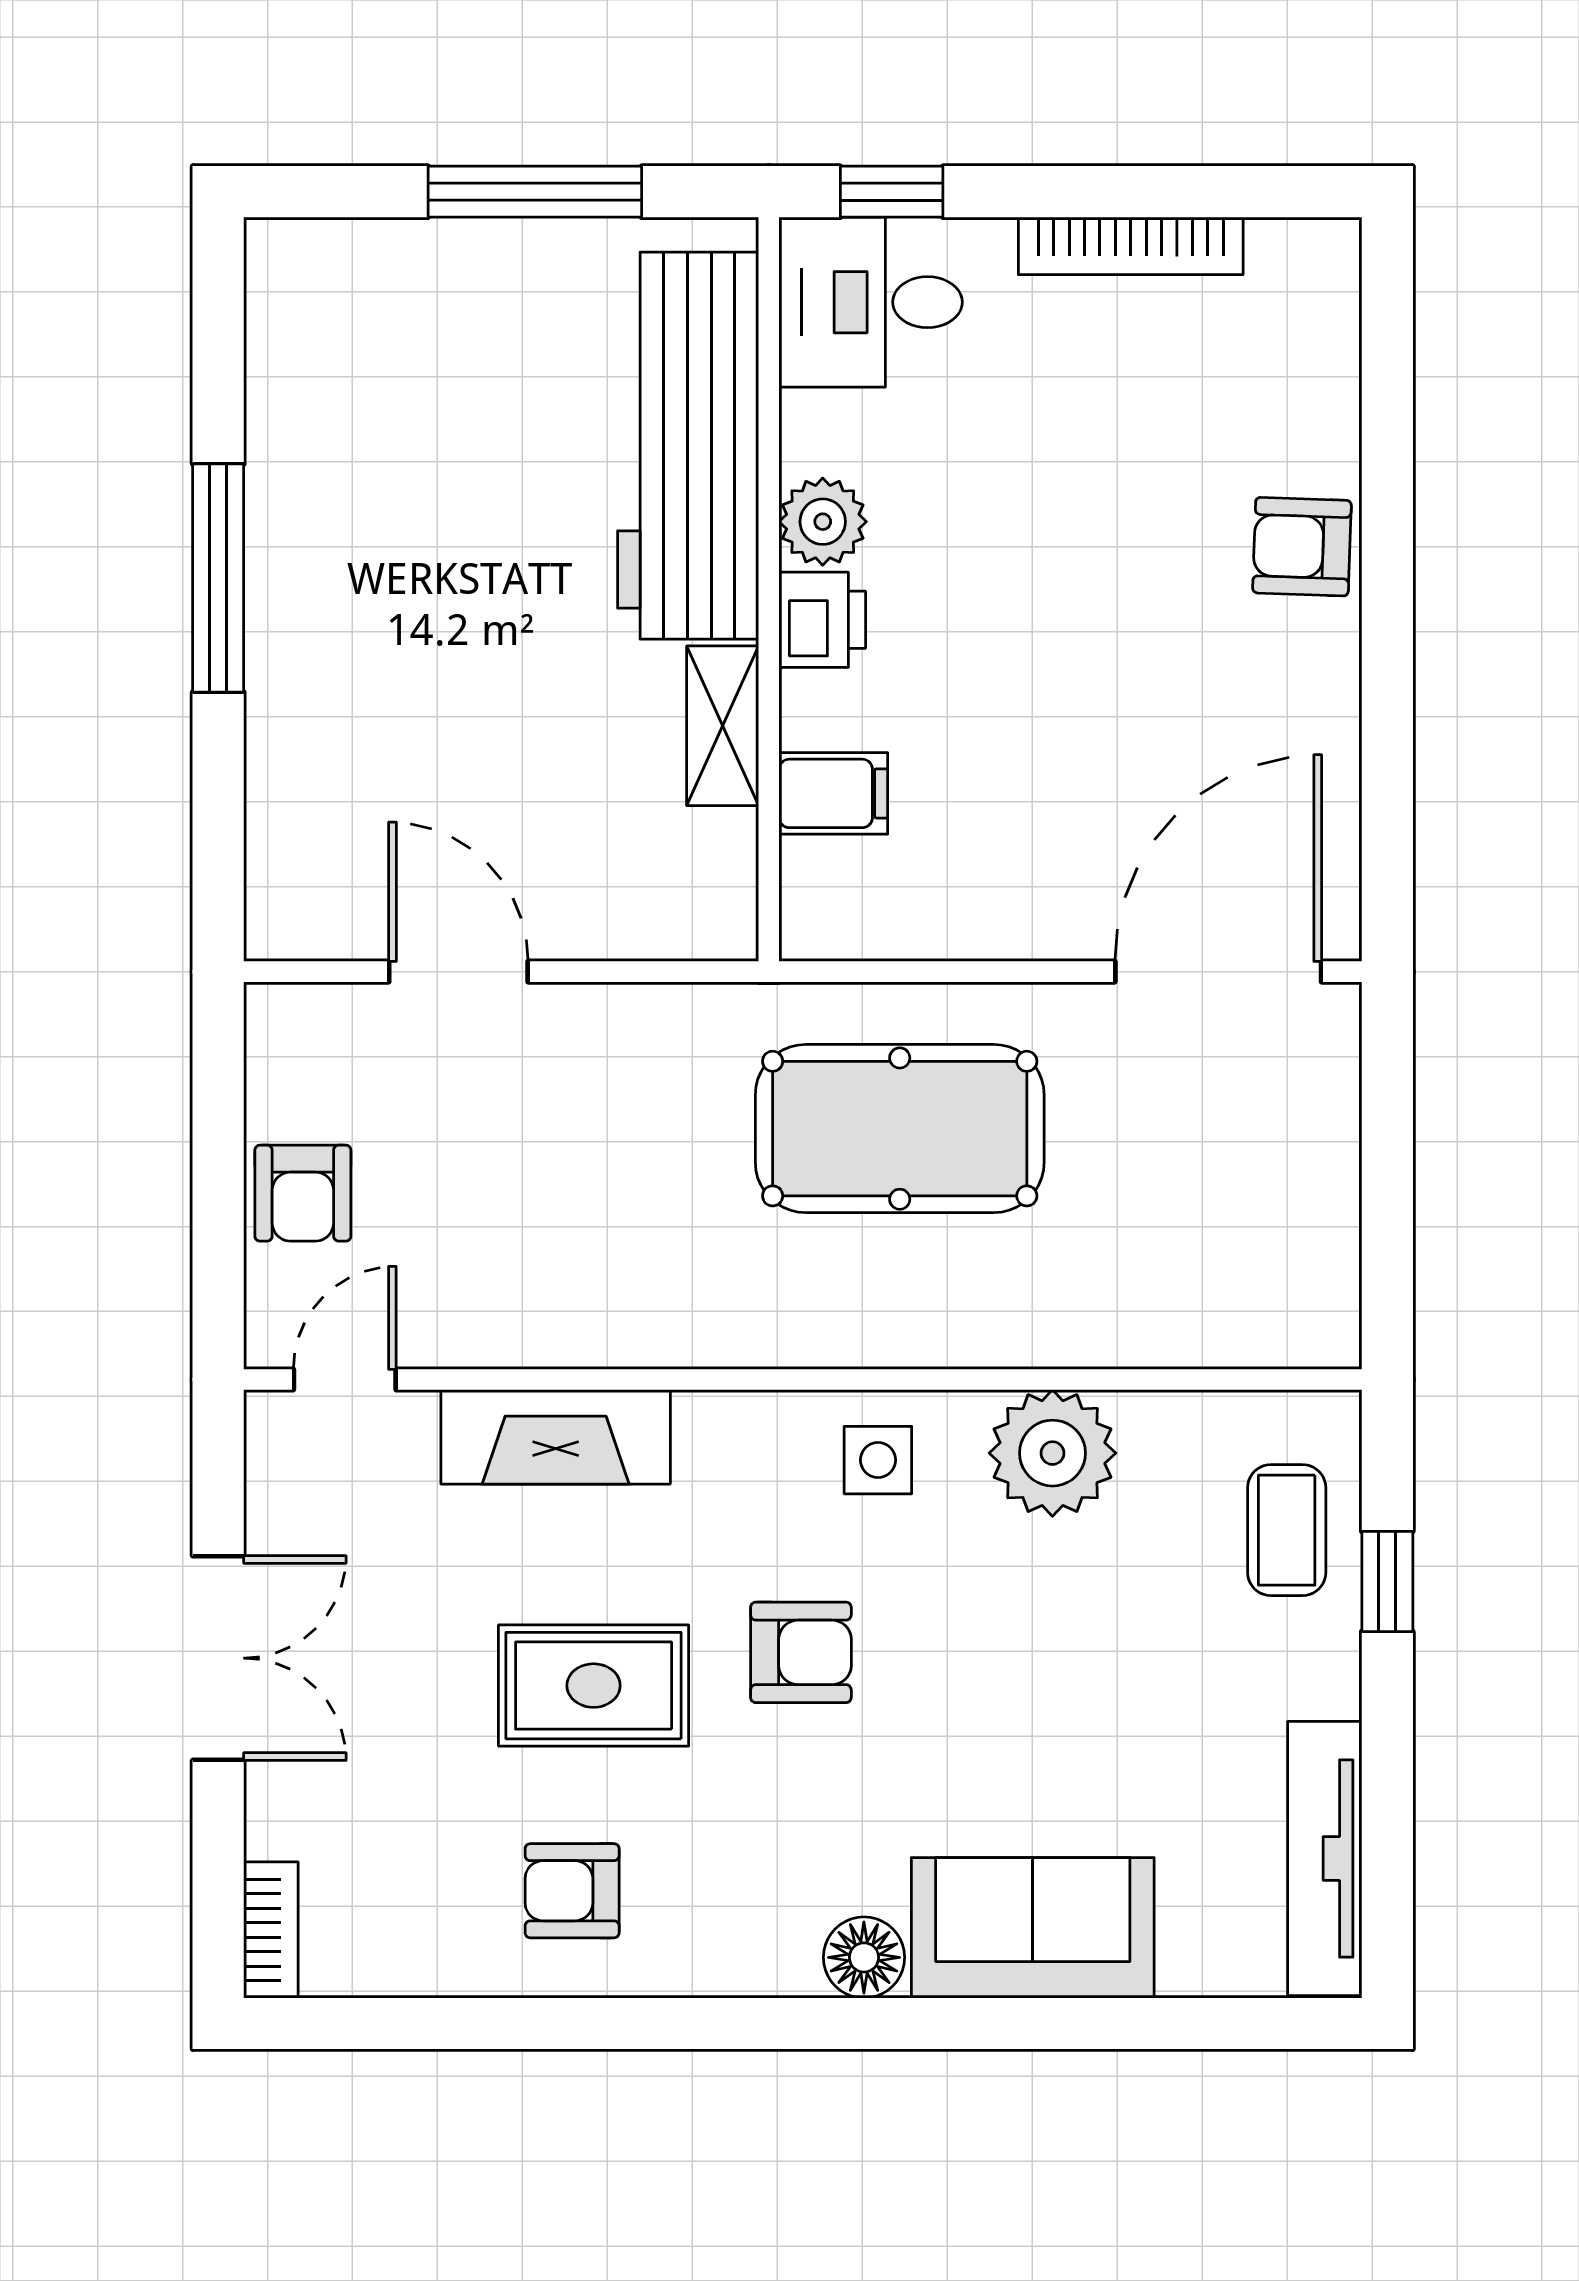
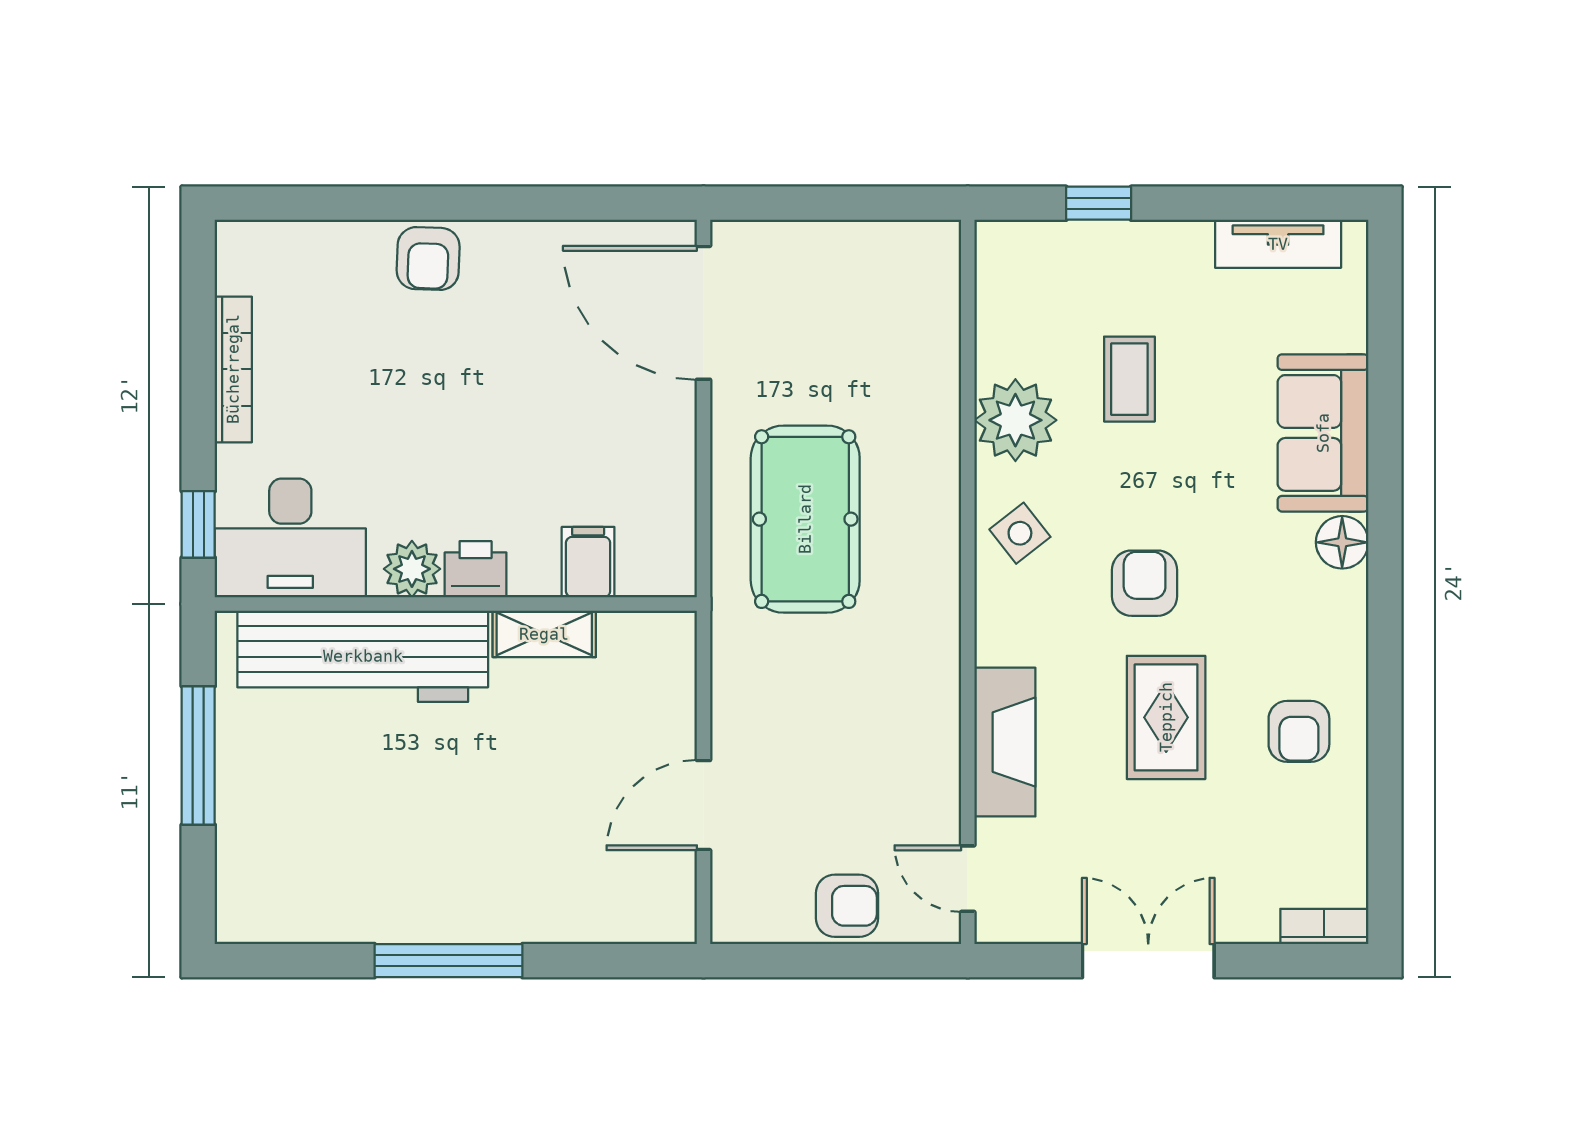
desk: (871, 302) -> (290, 538), width x1.37
side table: (878, 1460) -> (1020, 533), turned -38
coffee table: (1287, 1530) -> (1129, 379), moved, turned 90
tv unit: (1325, 1858) -> (1278, 244), width x0.71

